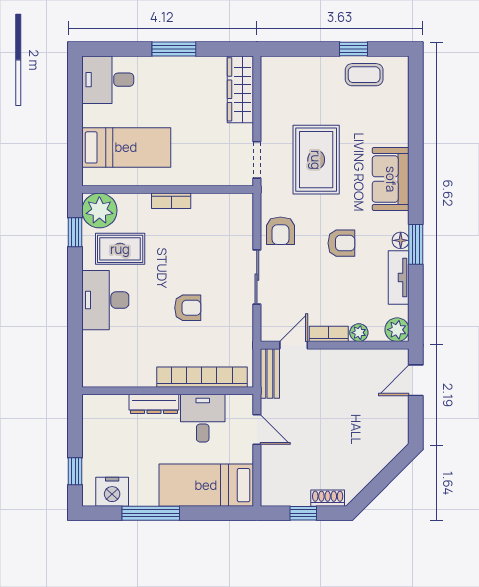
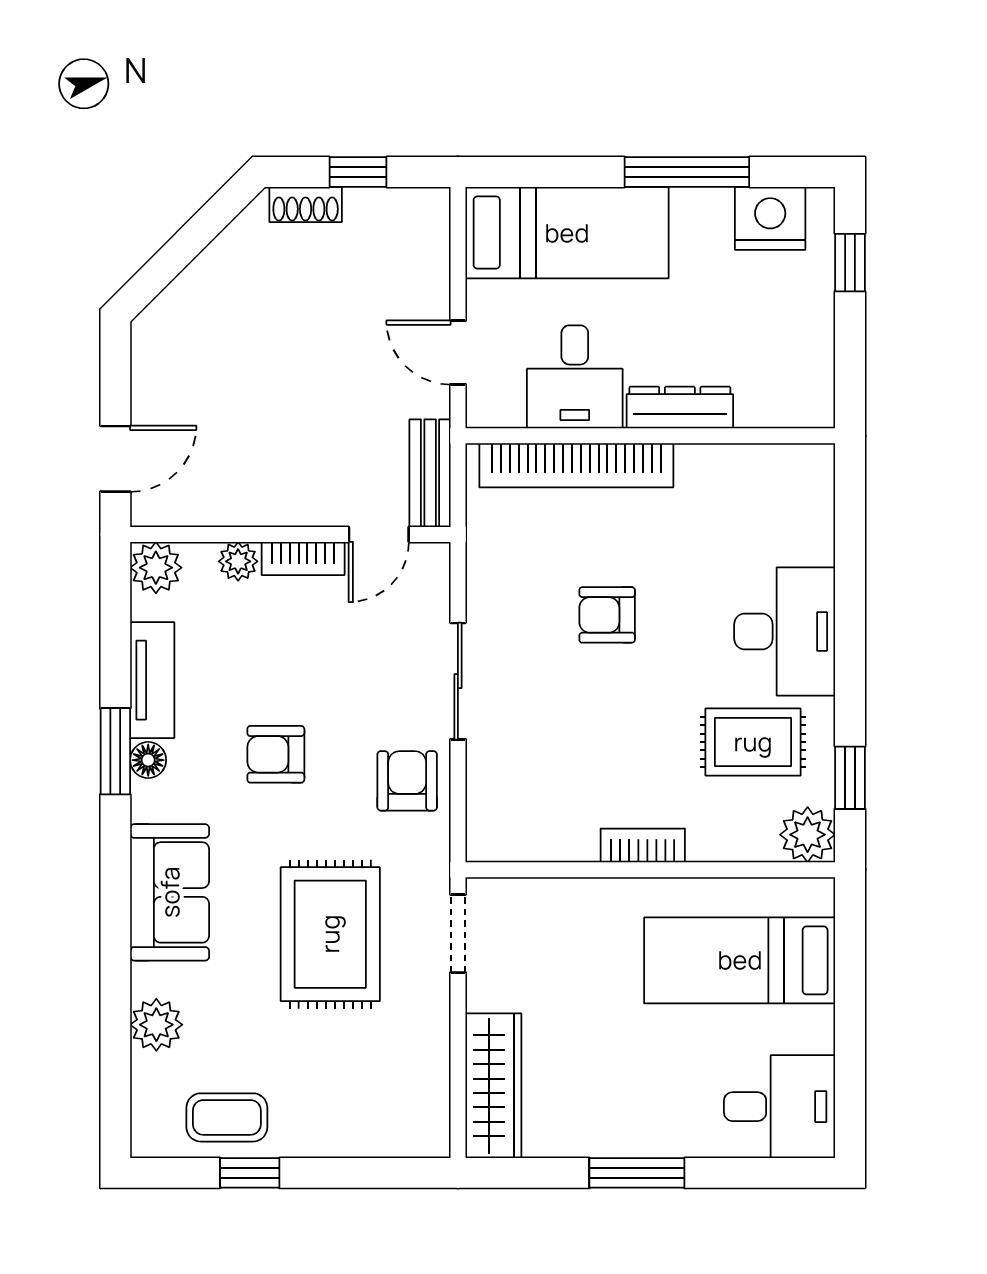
plant: (397, 118) -> (156, 1025), added
plant: (99, 210) -> (808, 835), width x0.73, depth x0.73

